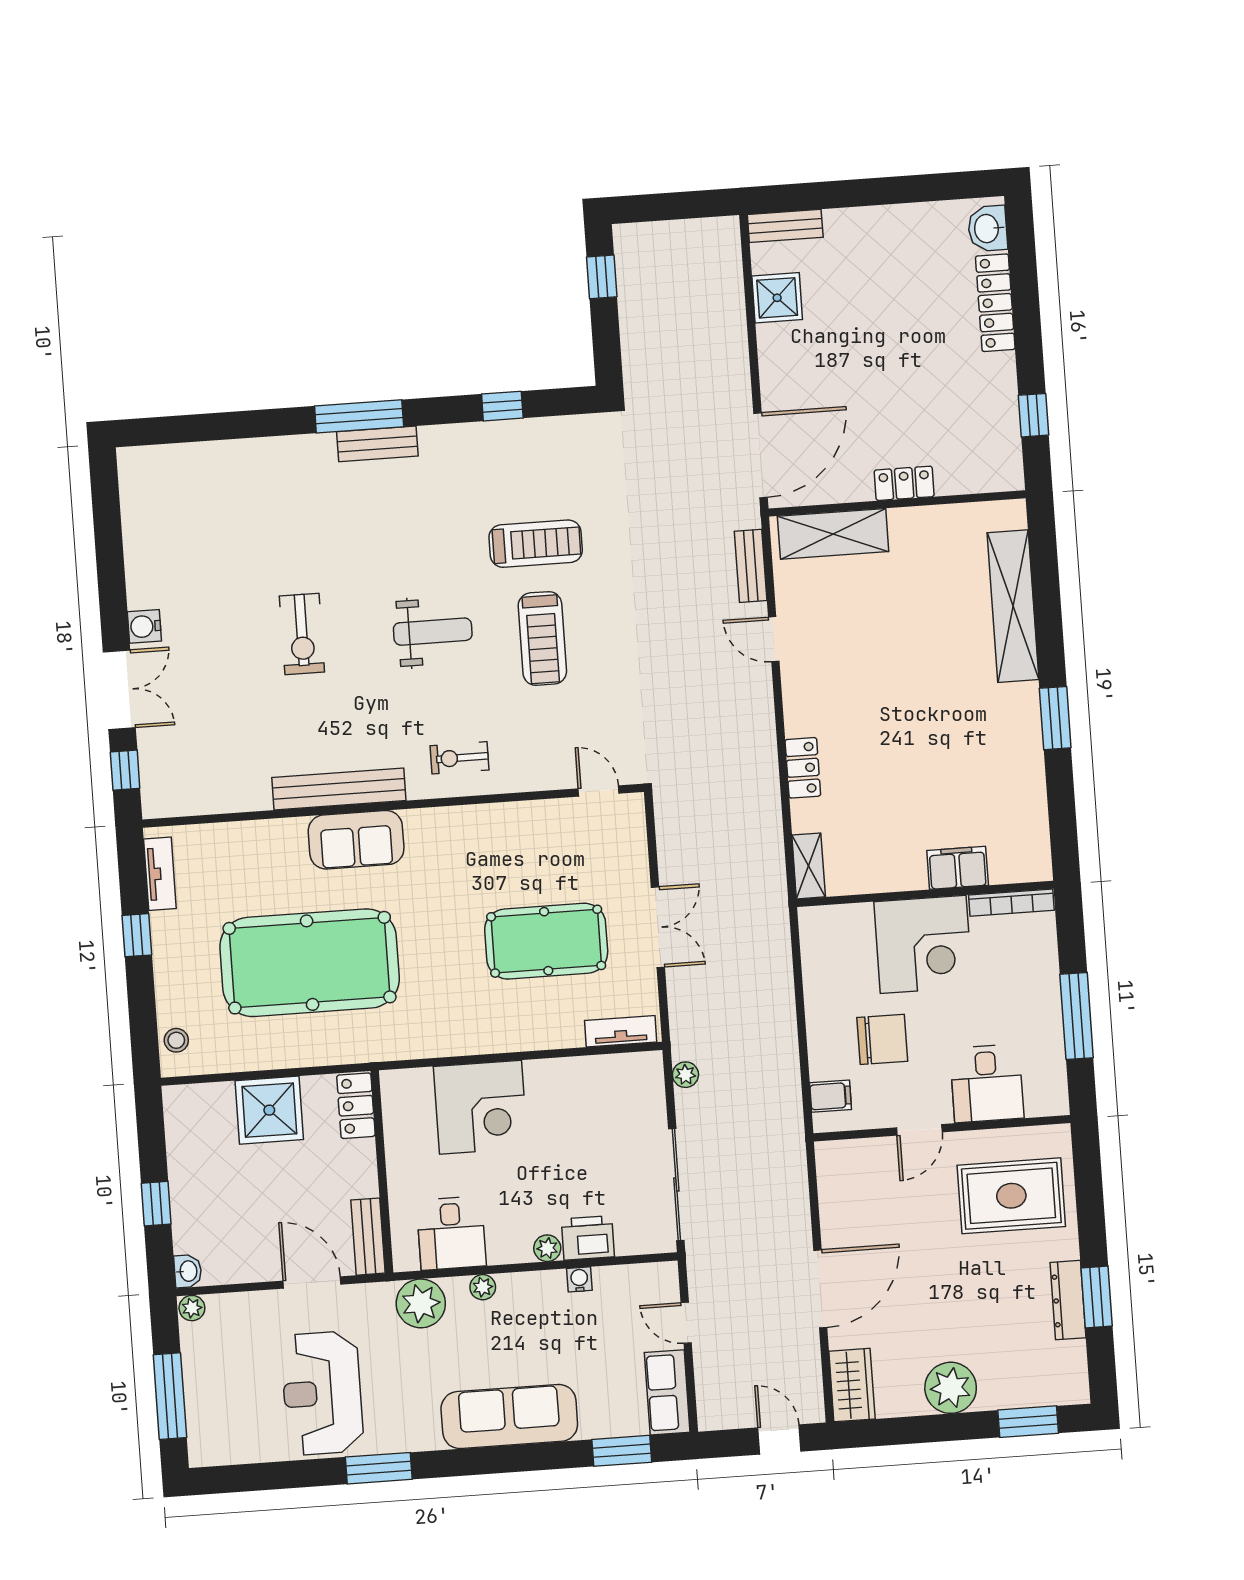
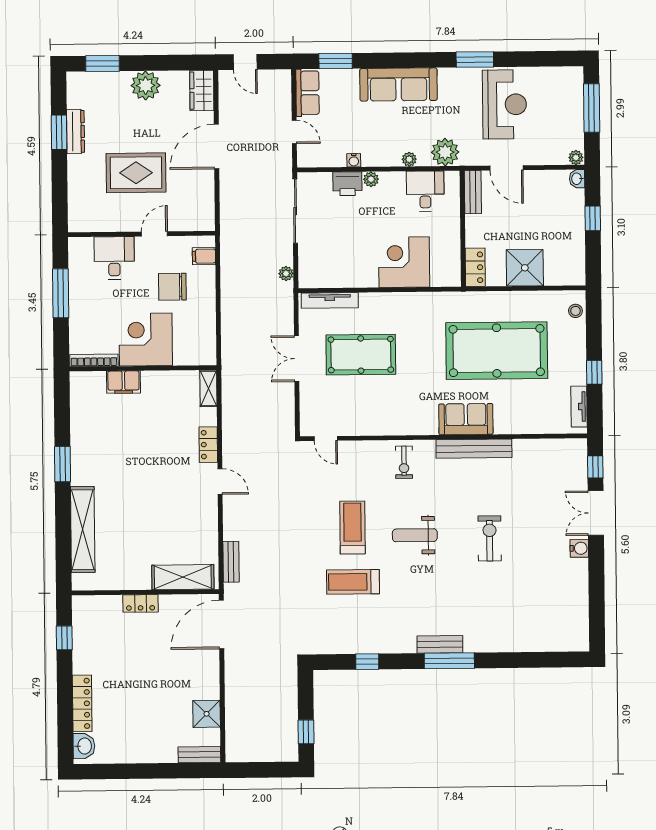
door: (774, 639) -> (220, 482), moved
exercise bike: (459, 758) -> (404, 462), turned 90
tv unit: (621, 1031) -> (330, 300), width x1.41
rug: (1011, 1196) -> (136, 173), moved

